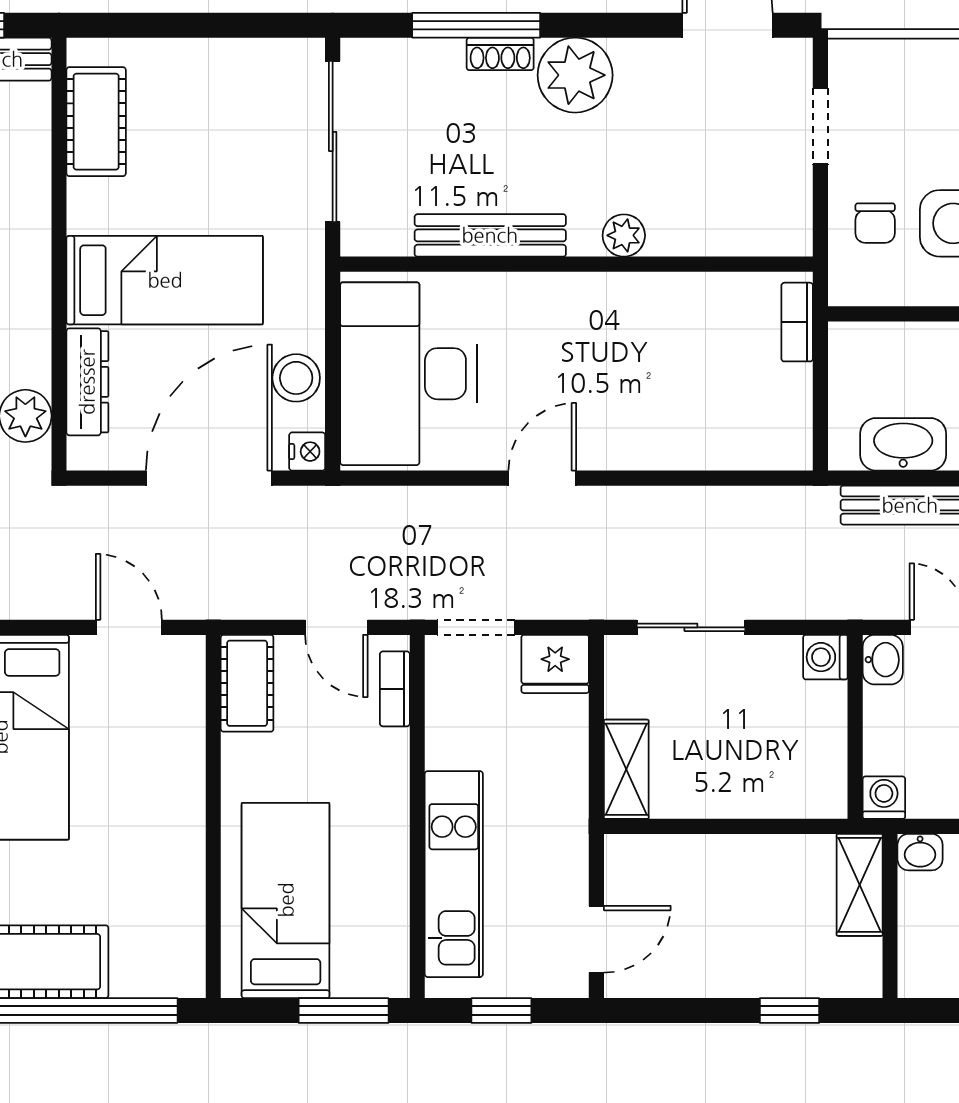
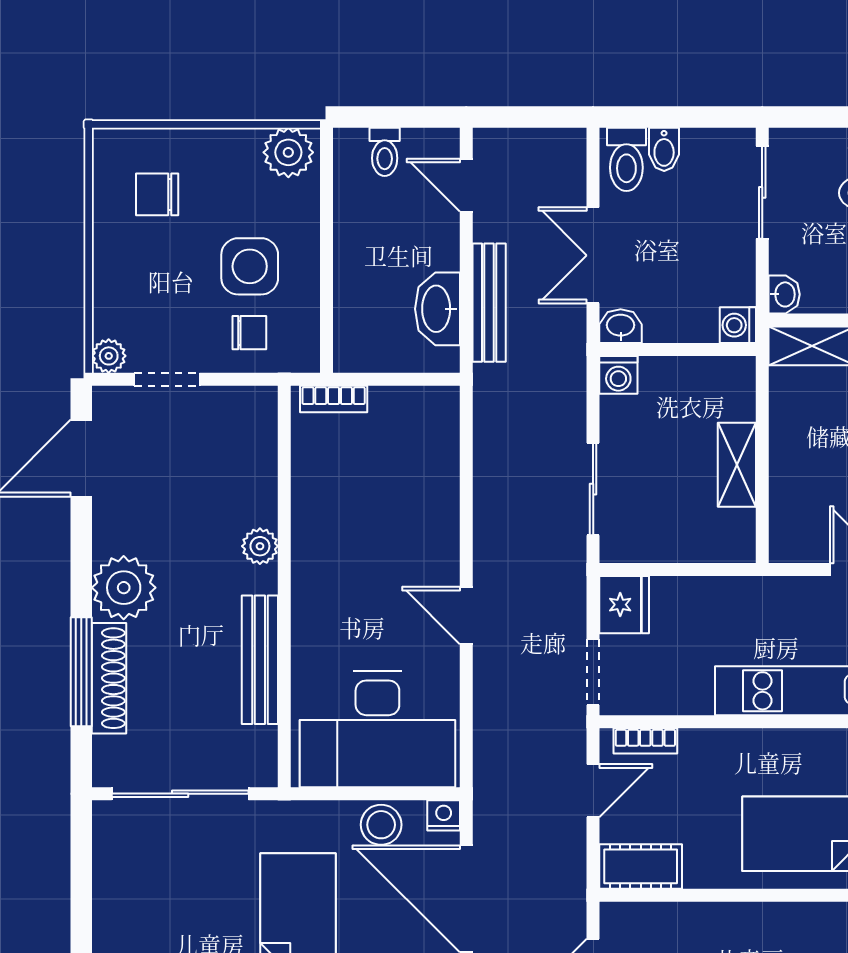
shoe rack: (500, 54) -> (109, 678), width x1.94, depth x1.24
plant: (848, 58) -> (109, 356), added
shelving: (626, 769) -> (737, 465), moved, turned 90

